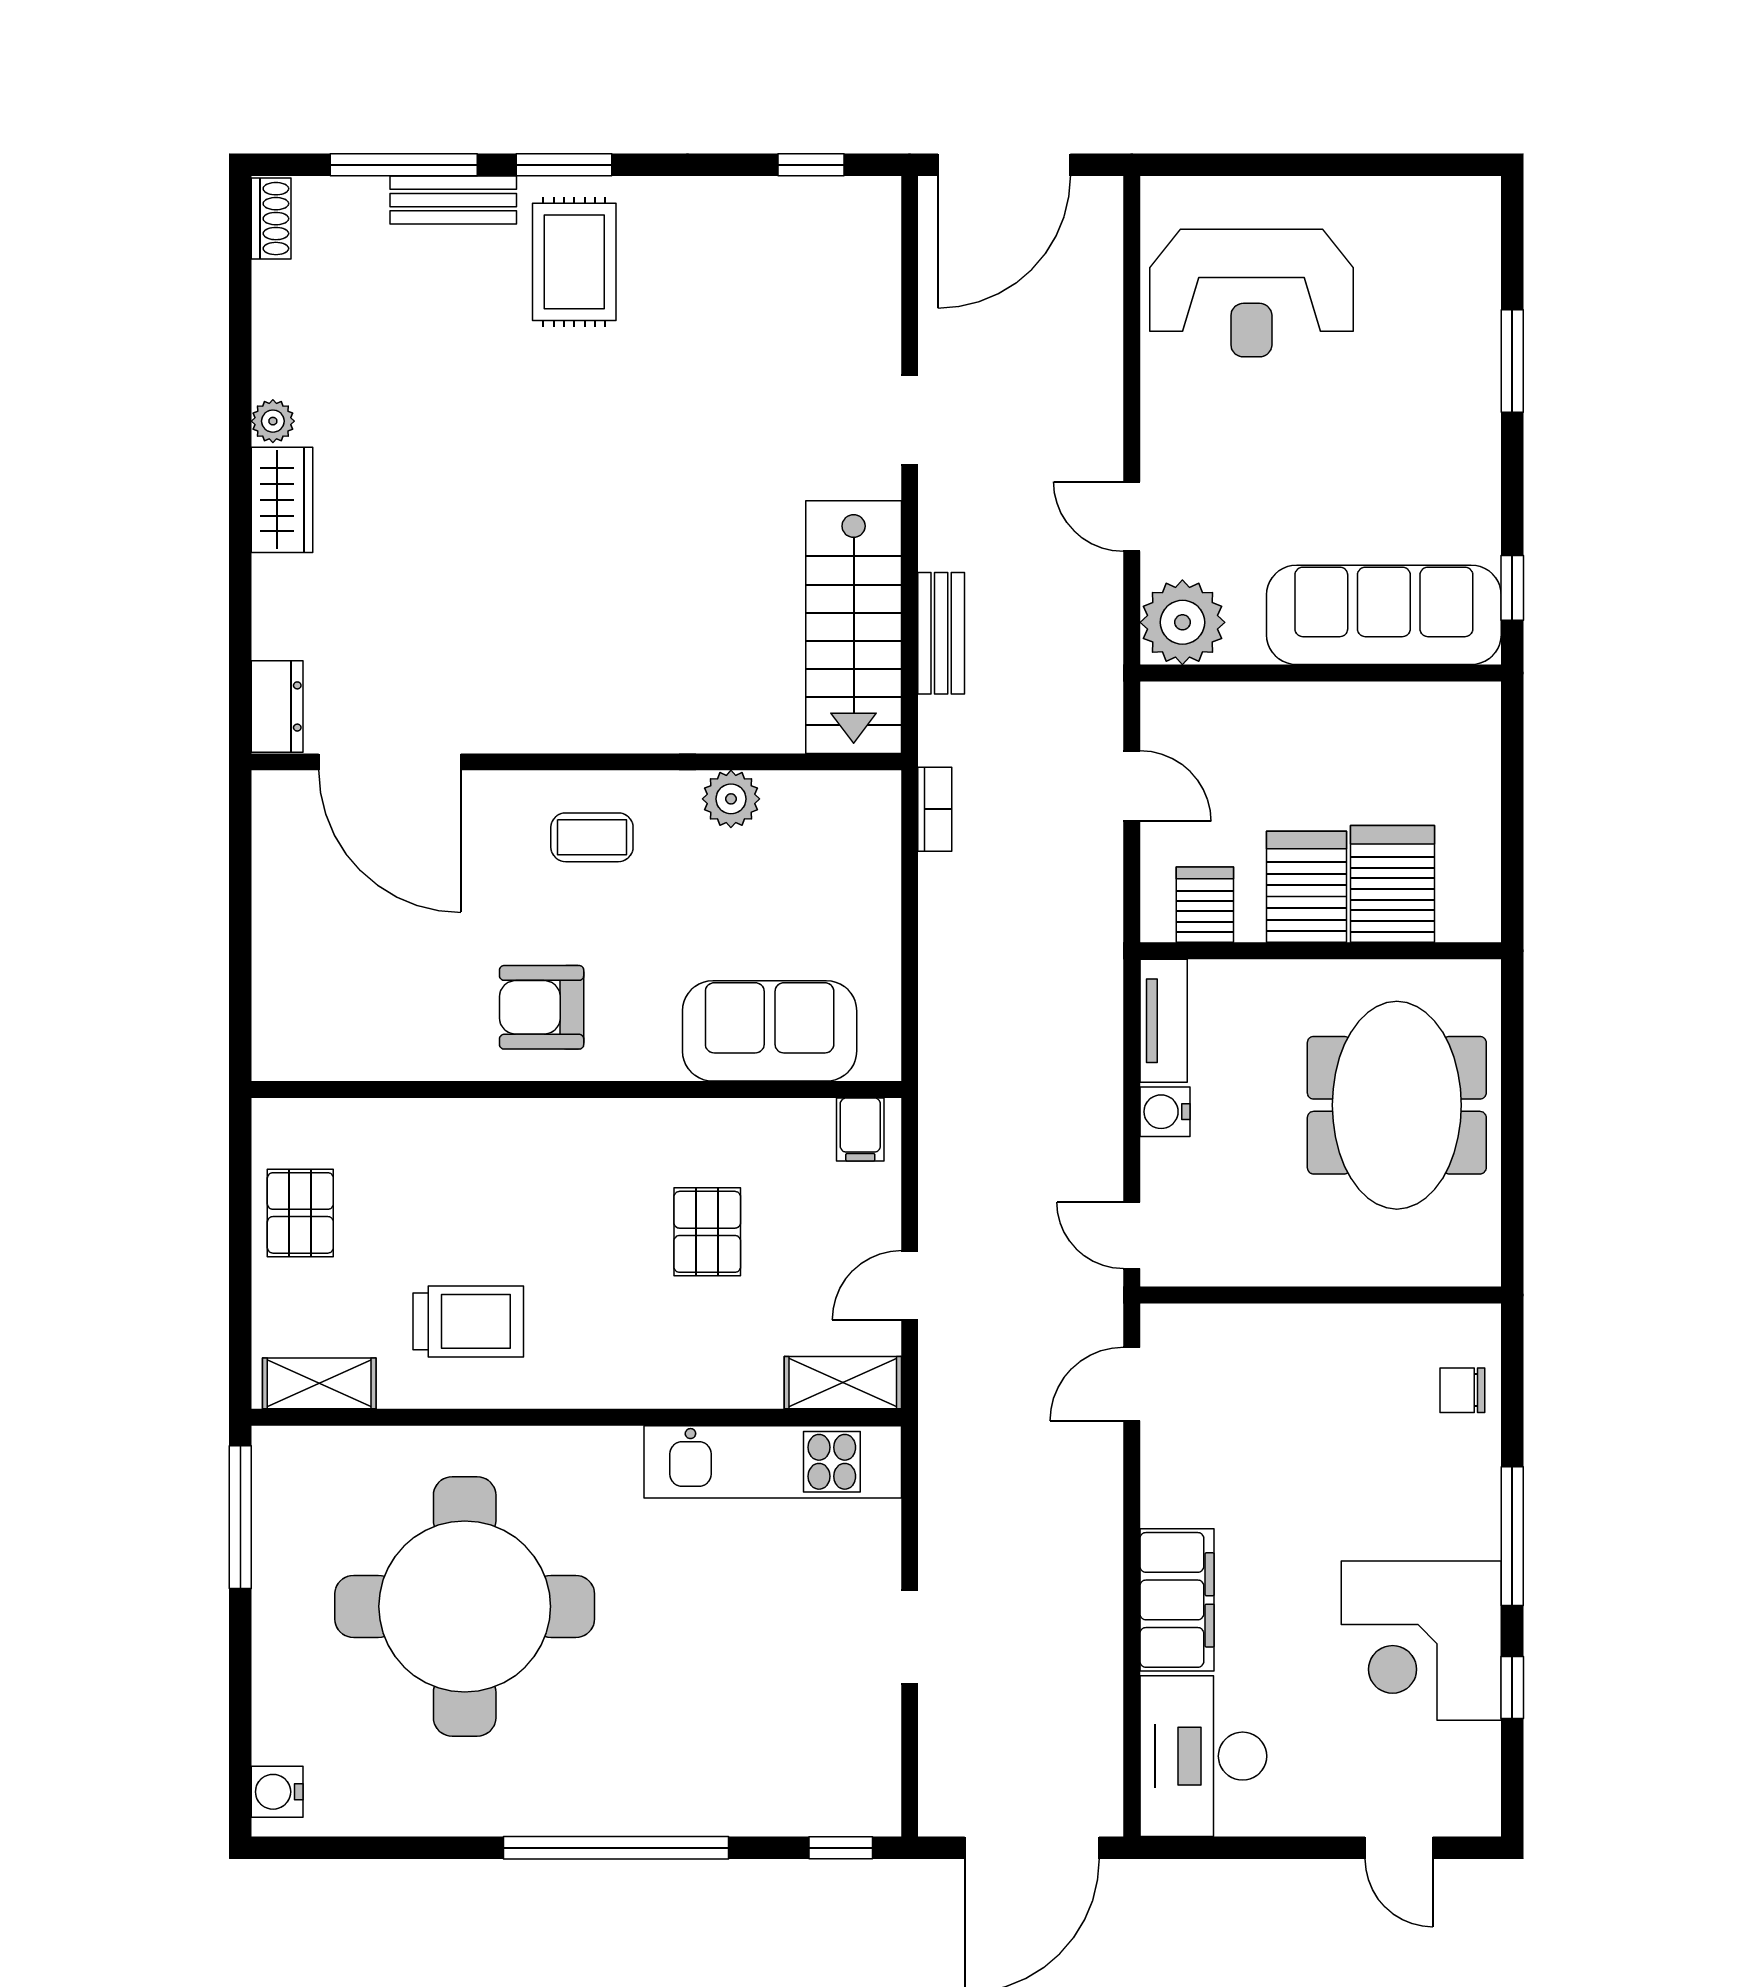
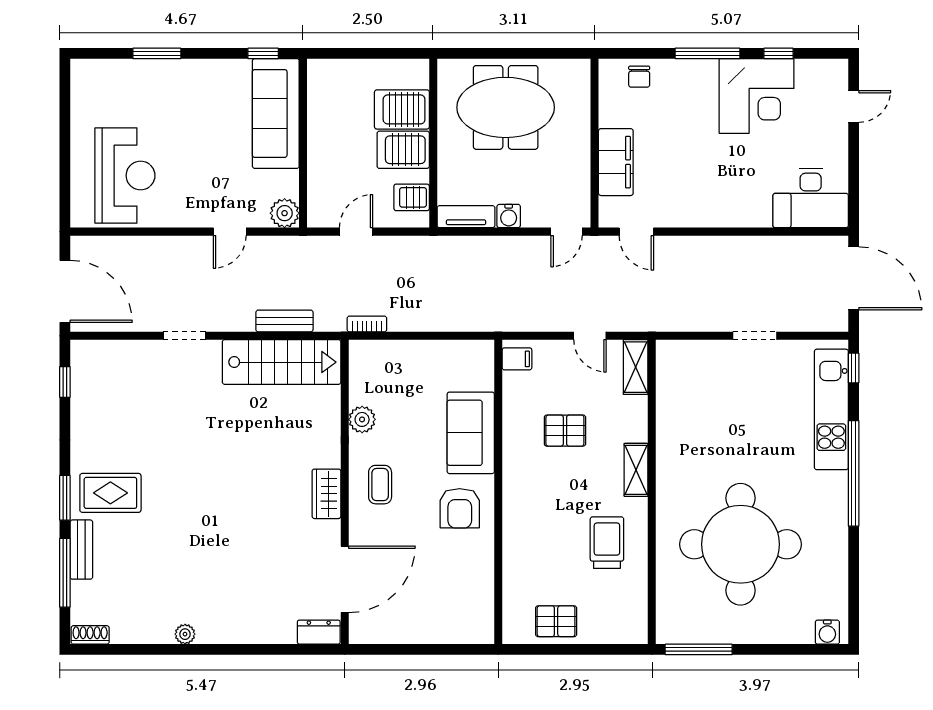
wardrobe: (282, 500) -> (326, 494), moved, turned -90
plant: (1182, 622) -> (285, 213), width x0.73, depth x0.73
sofa: (770, 1031) -> (471, 433), moved
shelving: (319, 1383) -> (636, 470), moved
kitchen unit: (773, 1462) -> (831, 409), moved, turned 180
filing cabinet: (1177, 1600) -> (616, 162), moved, turned 90

